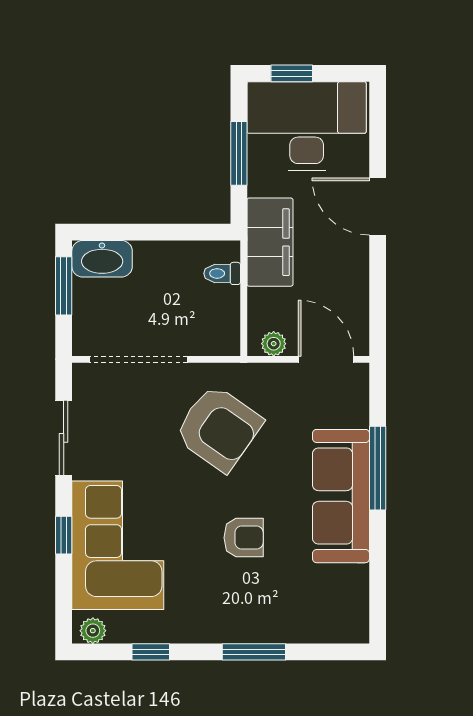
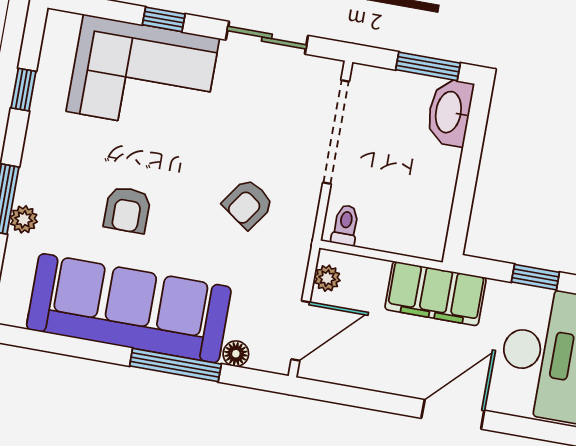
window: (239, 153) -> (535, 277), width x0.67
toilet: (222, 273) -> (345, 225), moved
floor lamp: (358, 415) -> (236, 354), added
armchair: (219, 428) -> (248, 204), width x0.53, depth x0.53
sofa: (341, 496) -> (129, 308), width x1.36, depth x1.27
plant: (93, 631) -> (24, 219), moved

